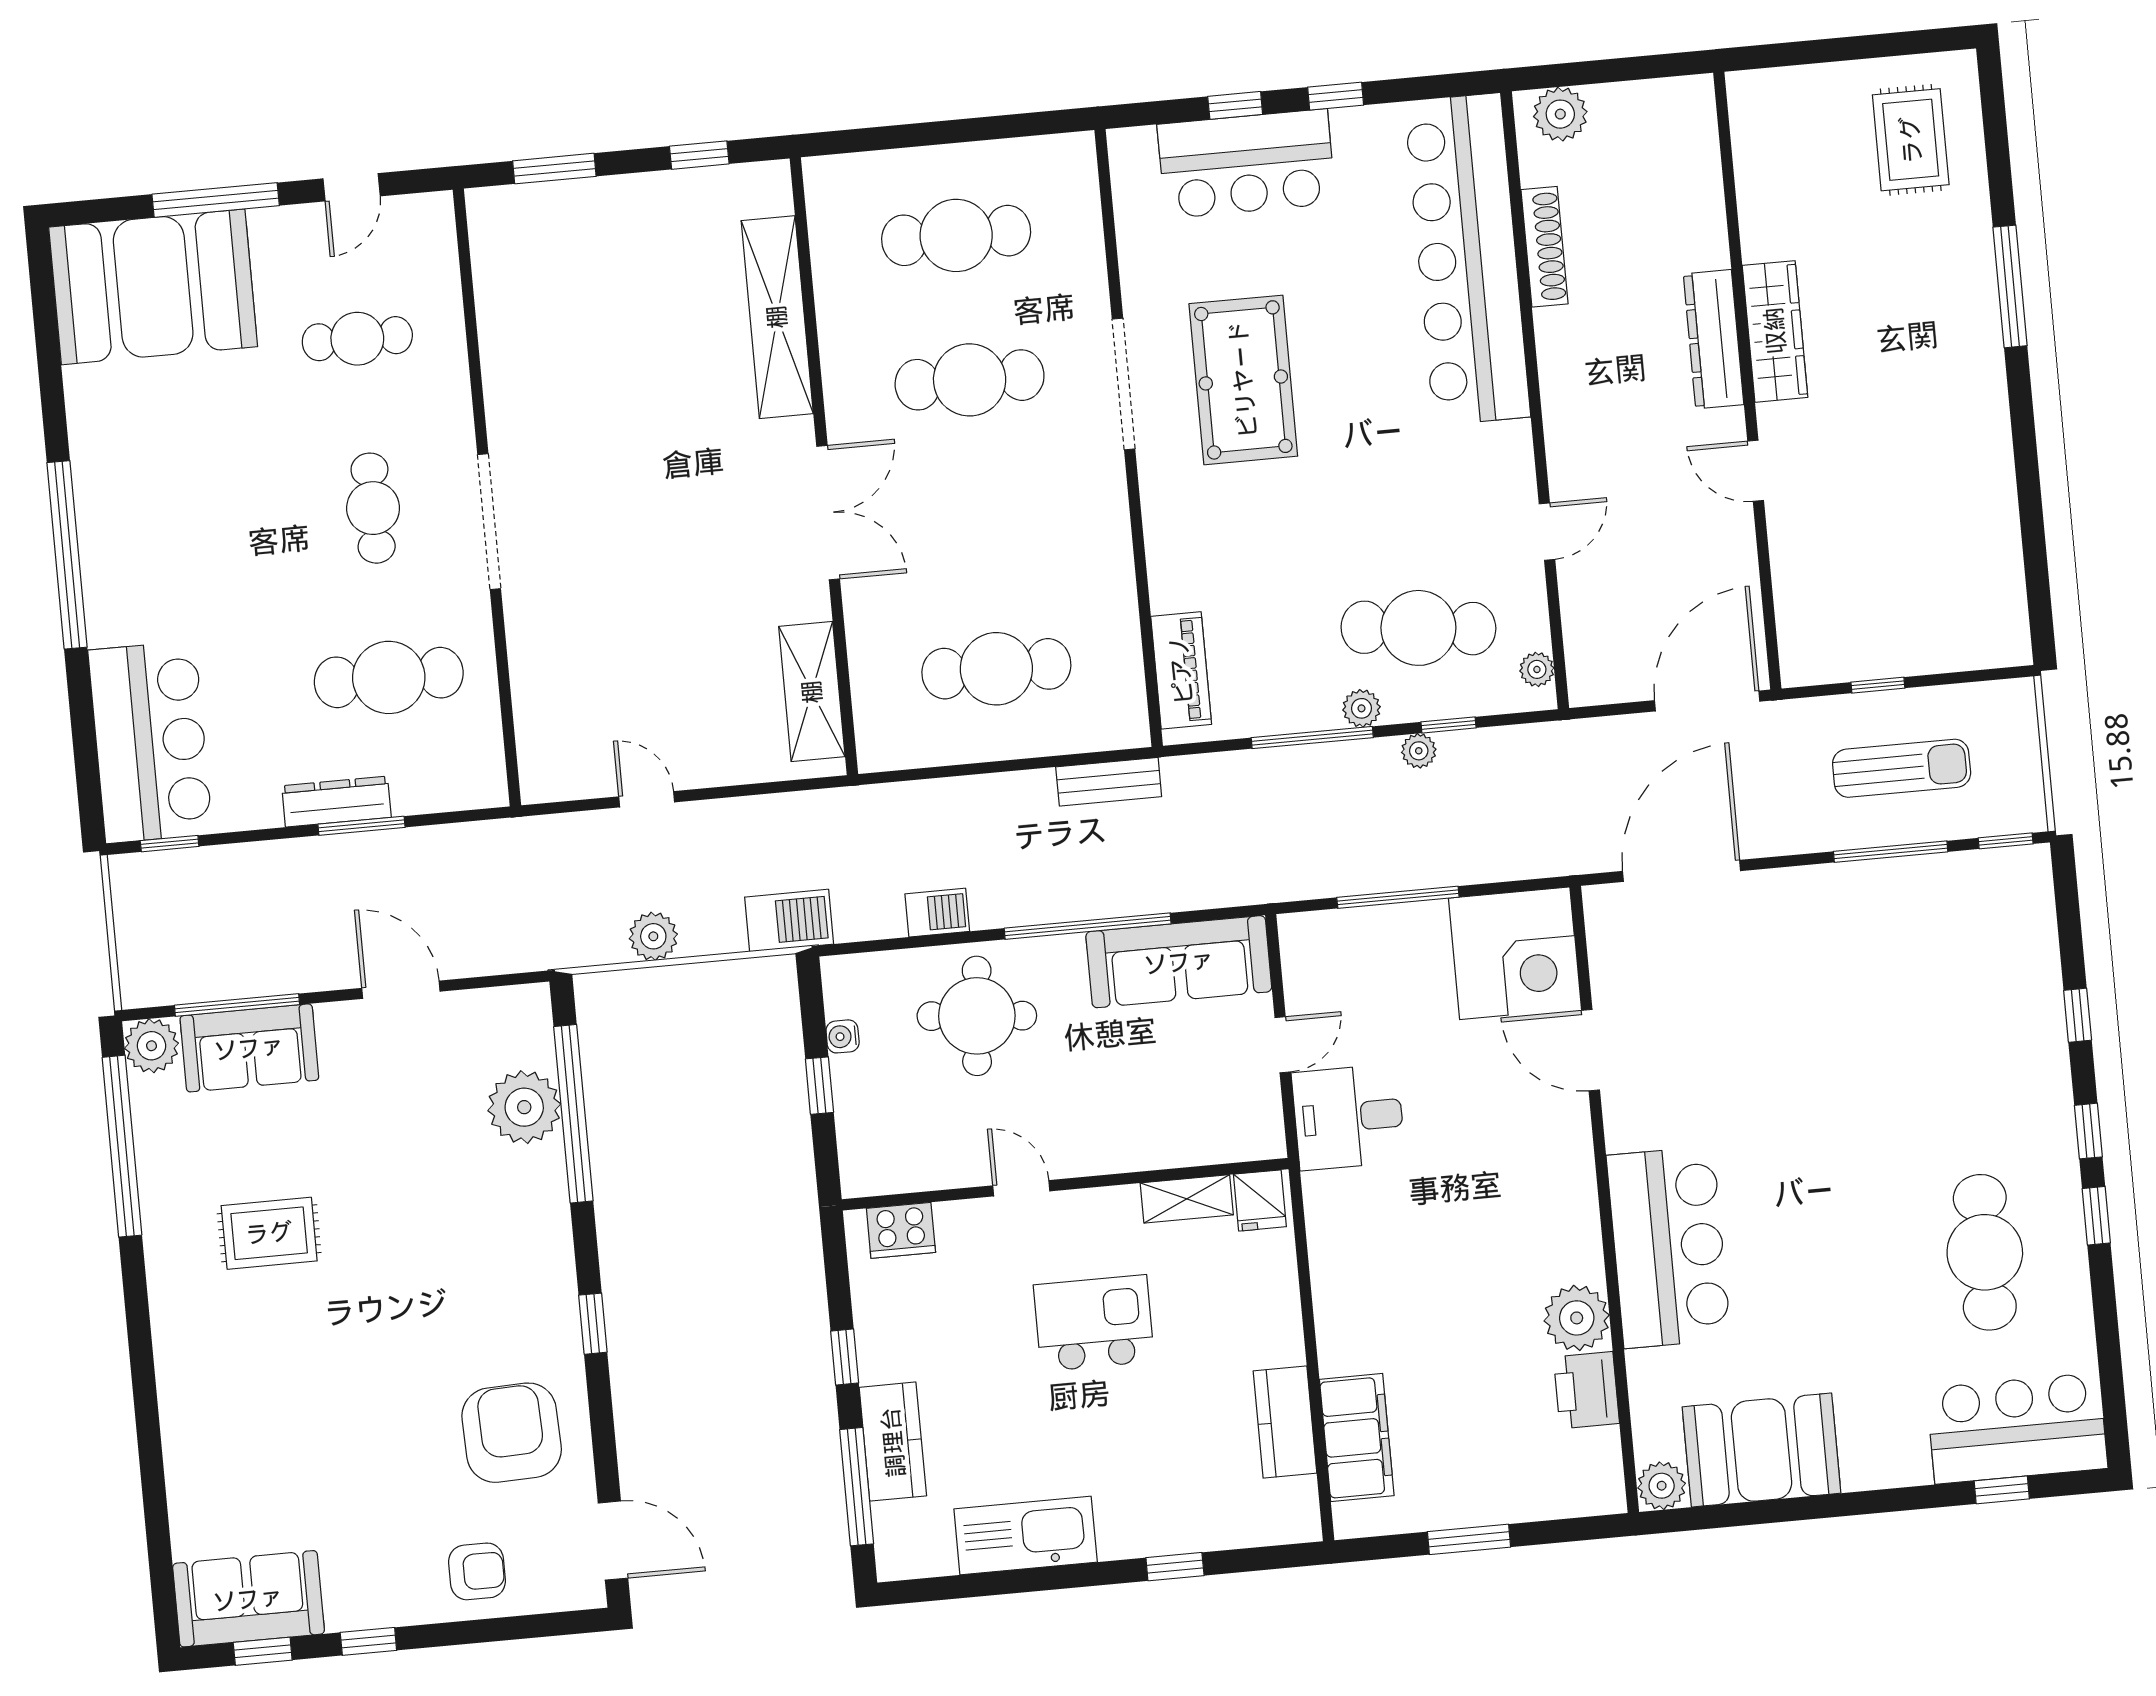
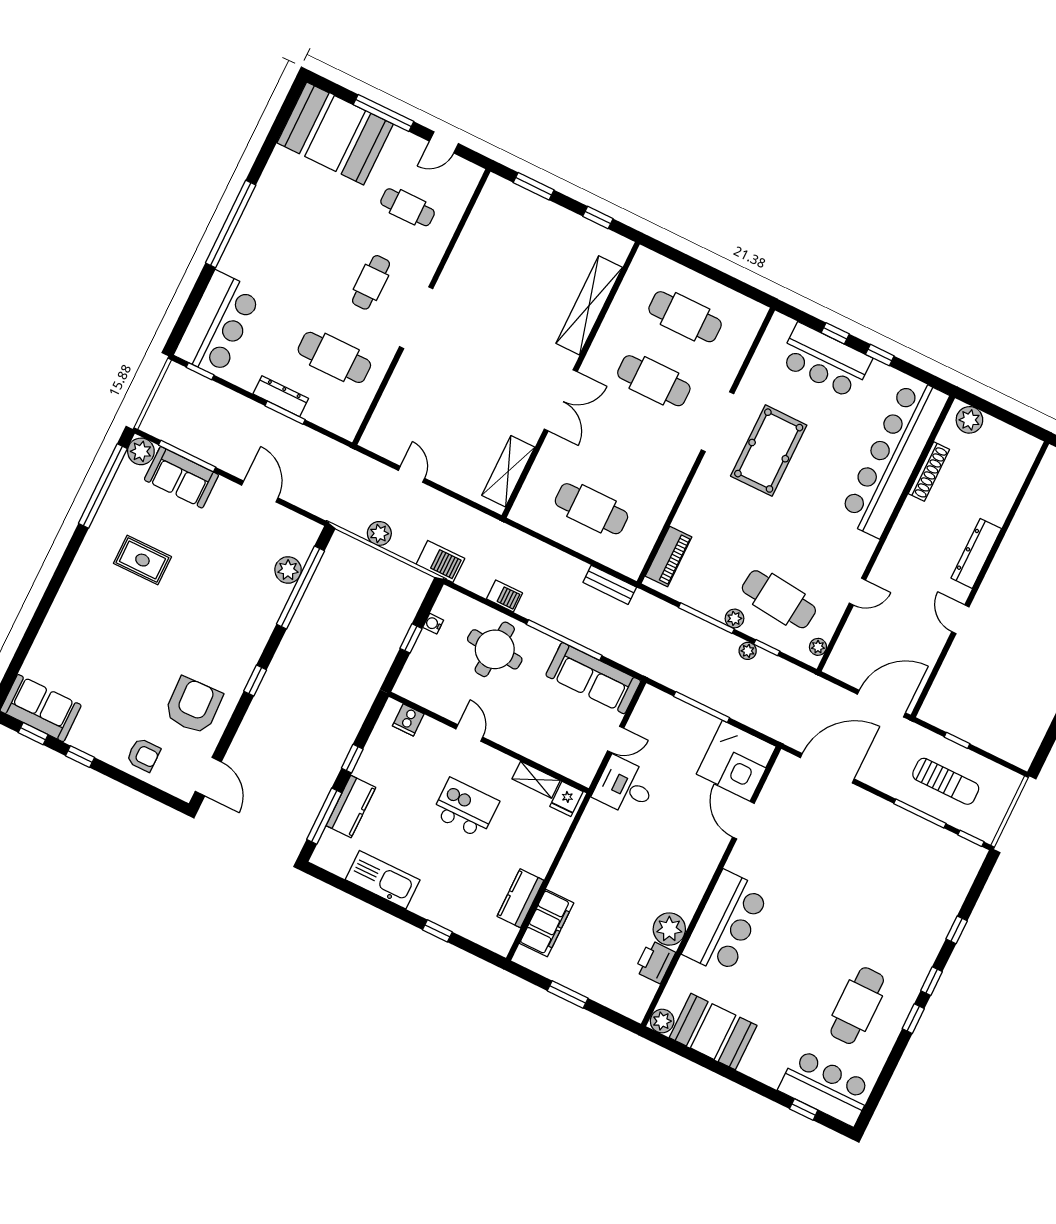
wardrobe: (1775, 331) -> (1004, 566), removed
plant: (524, 1107) -> (288, 570), width x0.73, depth x0.73
cooker: (901, 1230) -> (408, 720), width x0.73

